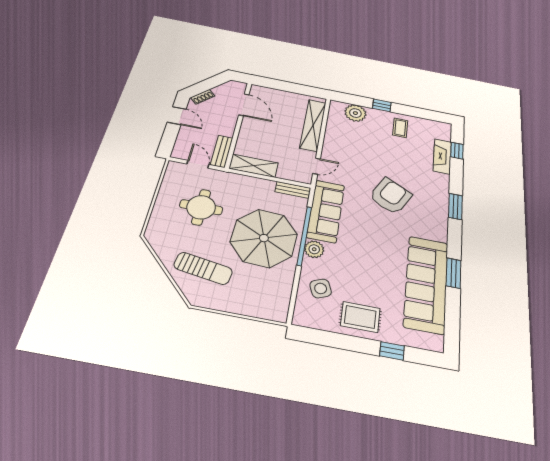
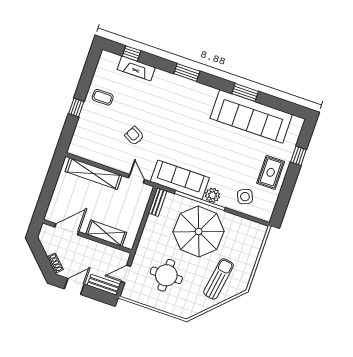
plant: (355, 113) -> (83, 133), removed
bench: (222, 151) -> (104, 285), moved
shelving: (254, 166) -> (106, 233), moved, turned 90
armchair: (390, 196) -> (134, 136), moved, width x0.53, depth x0.53

